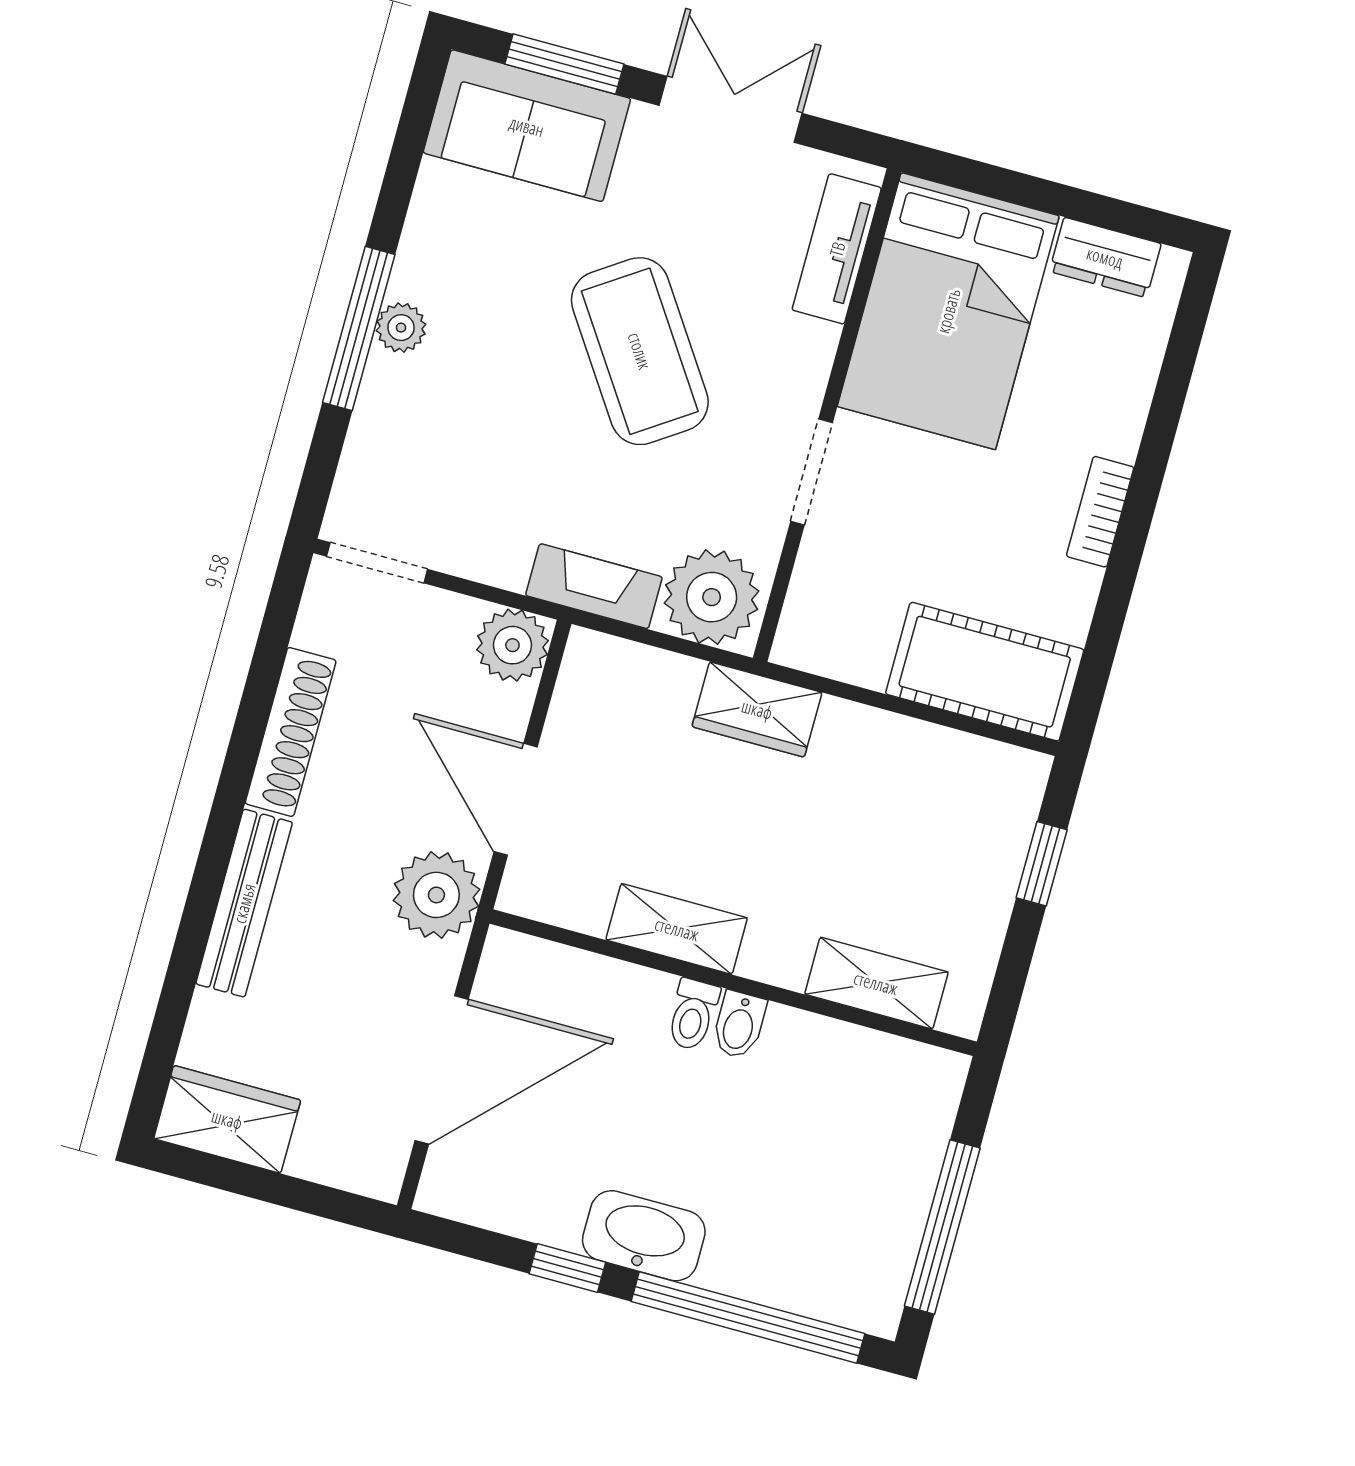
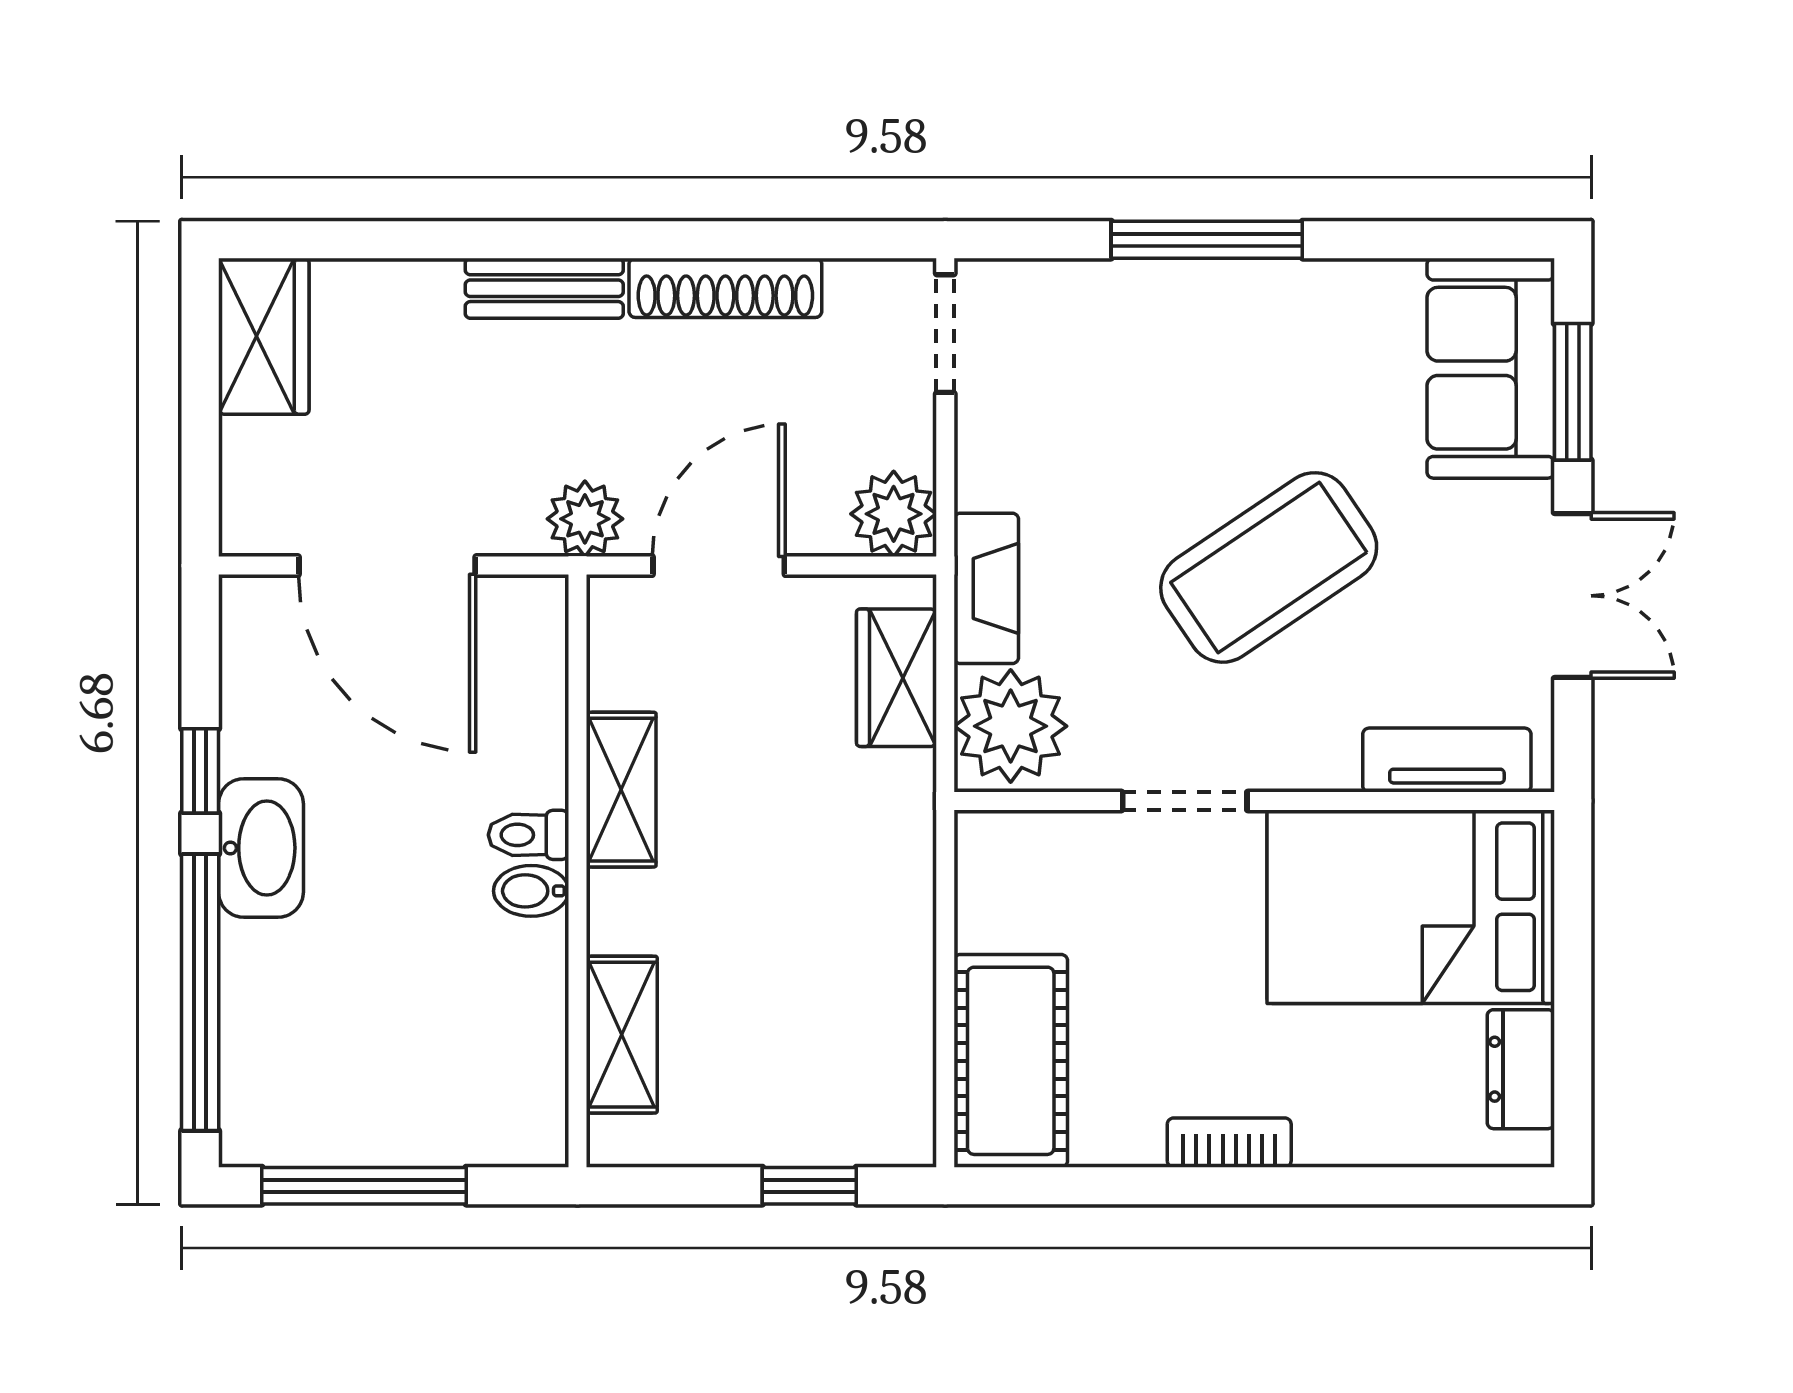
plant: (401, 328) -> (1221, 288), removed
wardrobe: (757, 709) -> (896, 678), moved
plant: (436, 895) -> (585, 519), width x0.73, depth x0.73
bench: (244, 903) -> (544, 288), width x0.73

